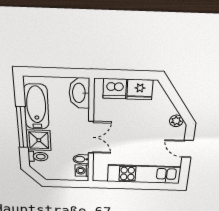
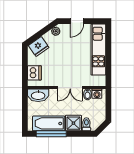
fridge: (140, 90) -> (39, 46), moved, turned 55
window: (22, 127) -> (51, 134), moved
double door: (91, 137) -> (70, 88), swing flipped

